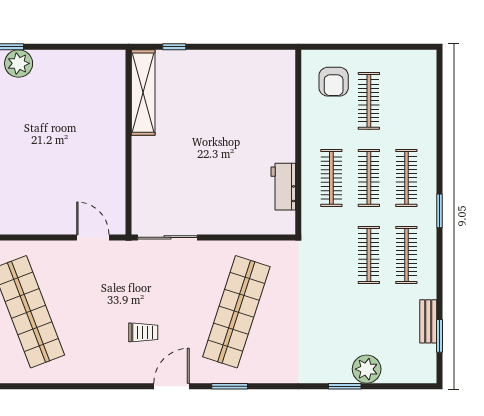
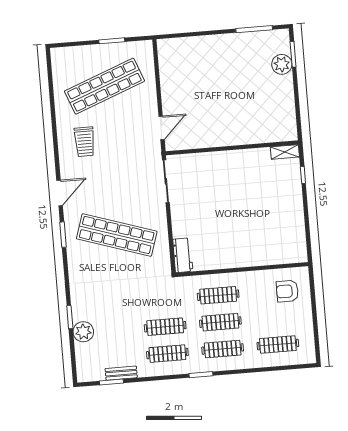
shelving: (143, 93) -> (285, 152), width x0.45, depth x0.75
clothes rail: (369, 101) -> (278, 345), moved
workbench: (283, 187) -> (183, 255), moved, turned 90
trolley: (143, 332) -> (85, 142), moved, width x1.36, depth x1.39
door: (171, 386) -> (60, 193), hinge flipped

